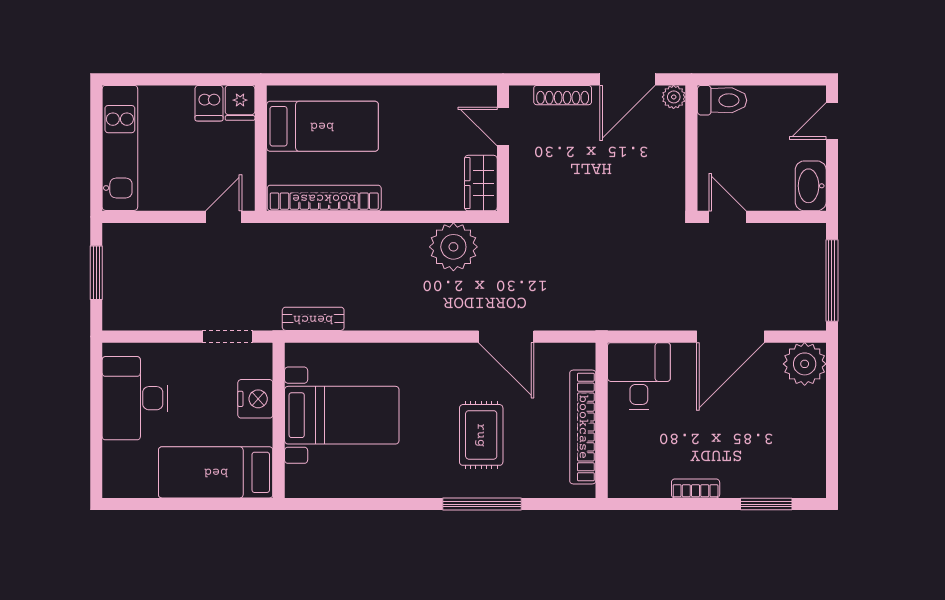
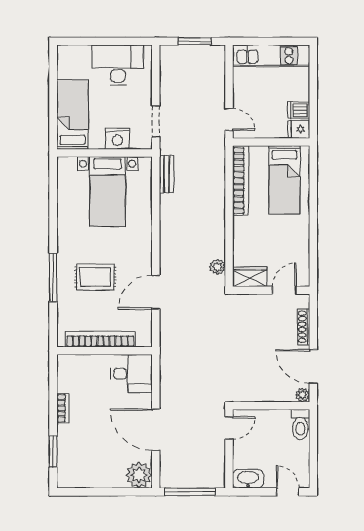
plant: (453, 247) -> (217, 267), width x0.53, depth x0.53

